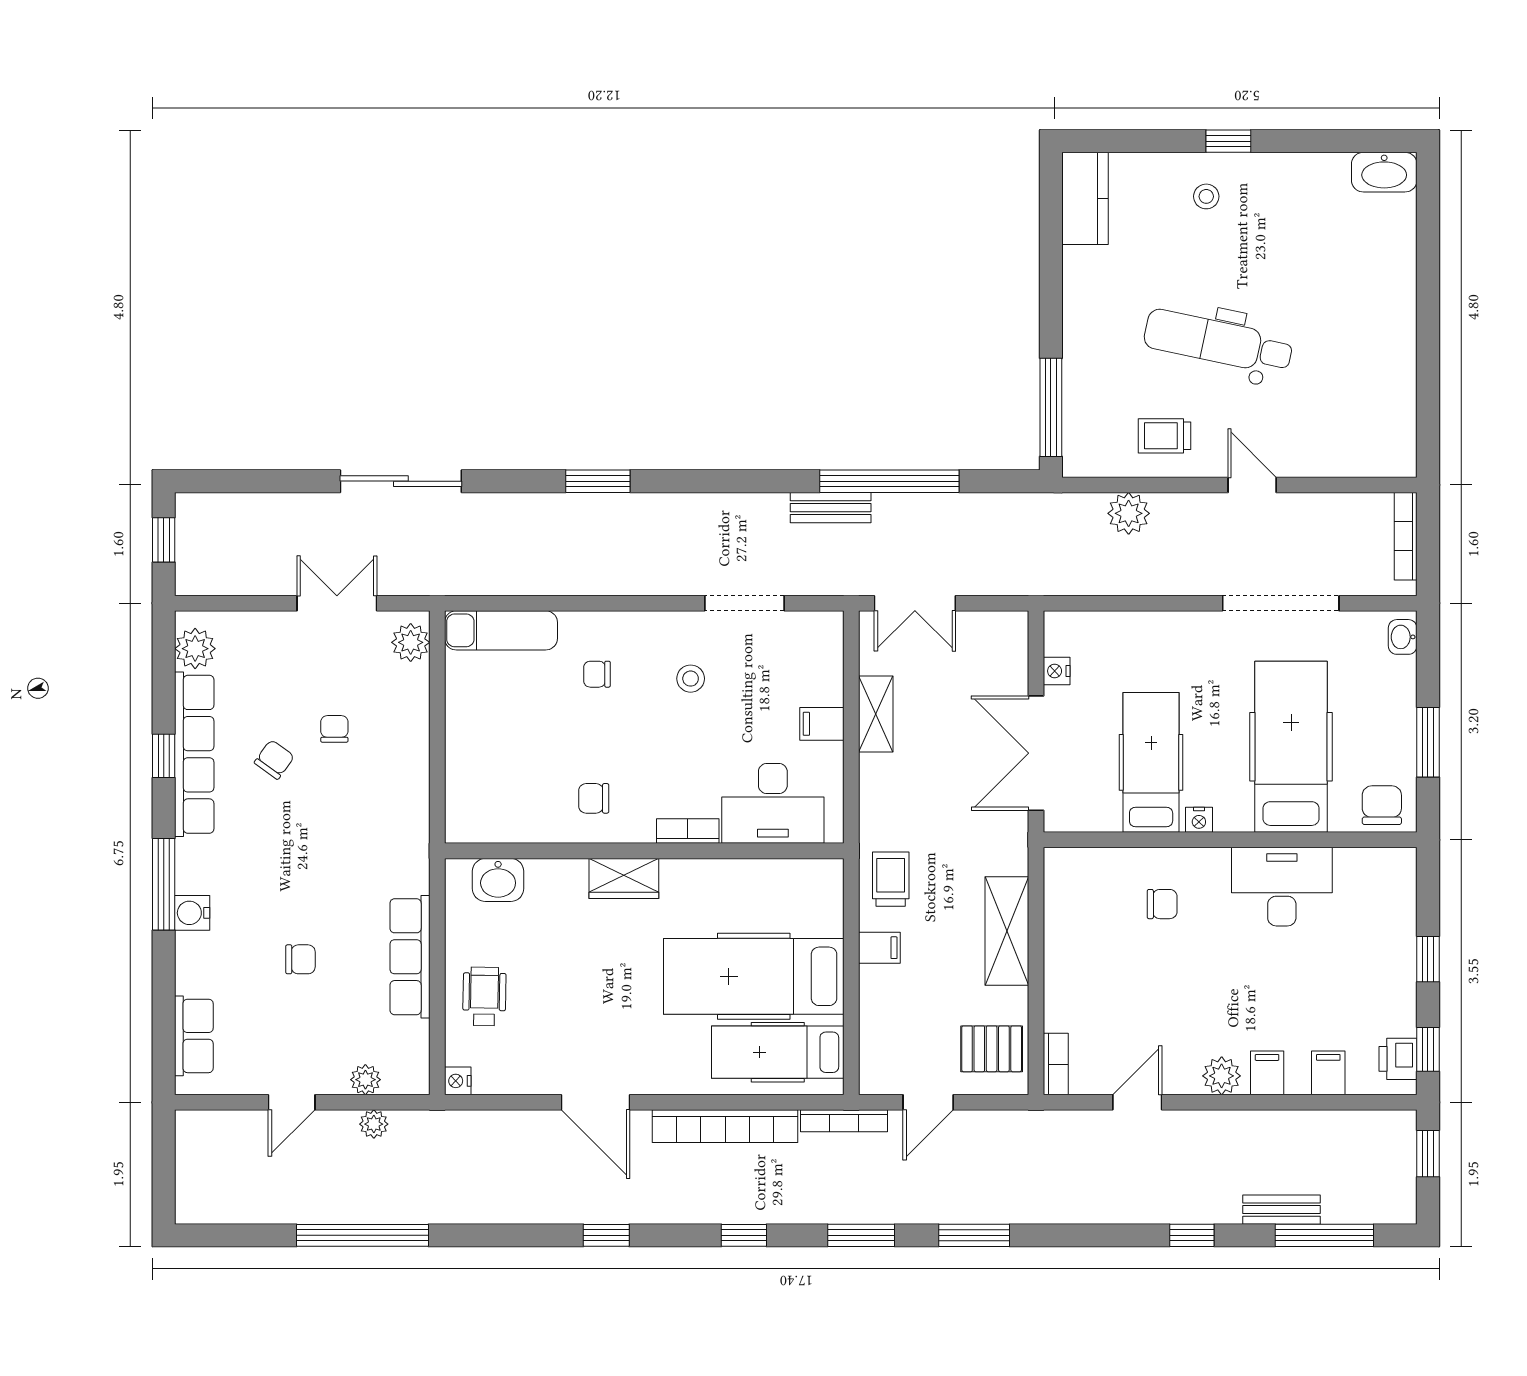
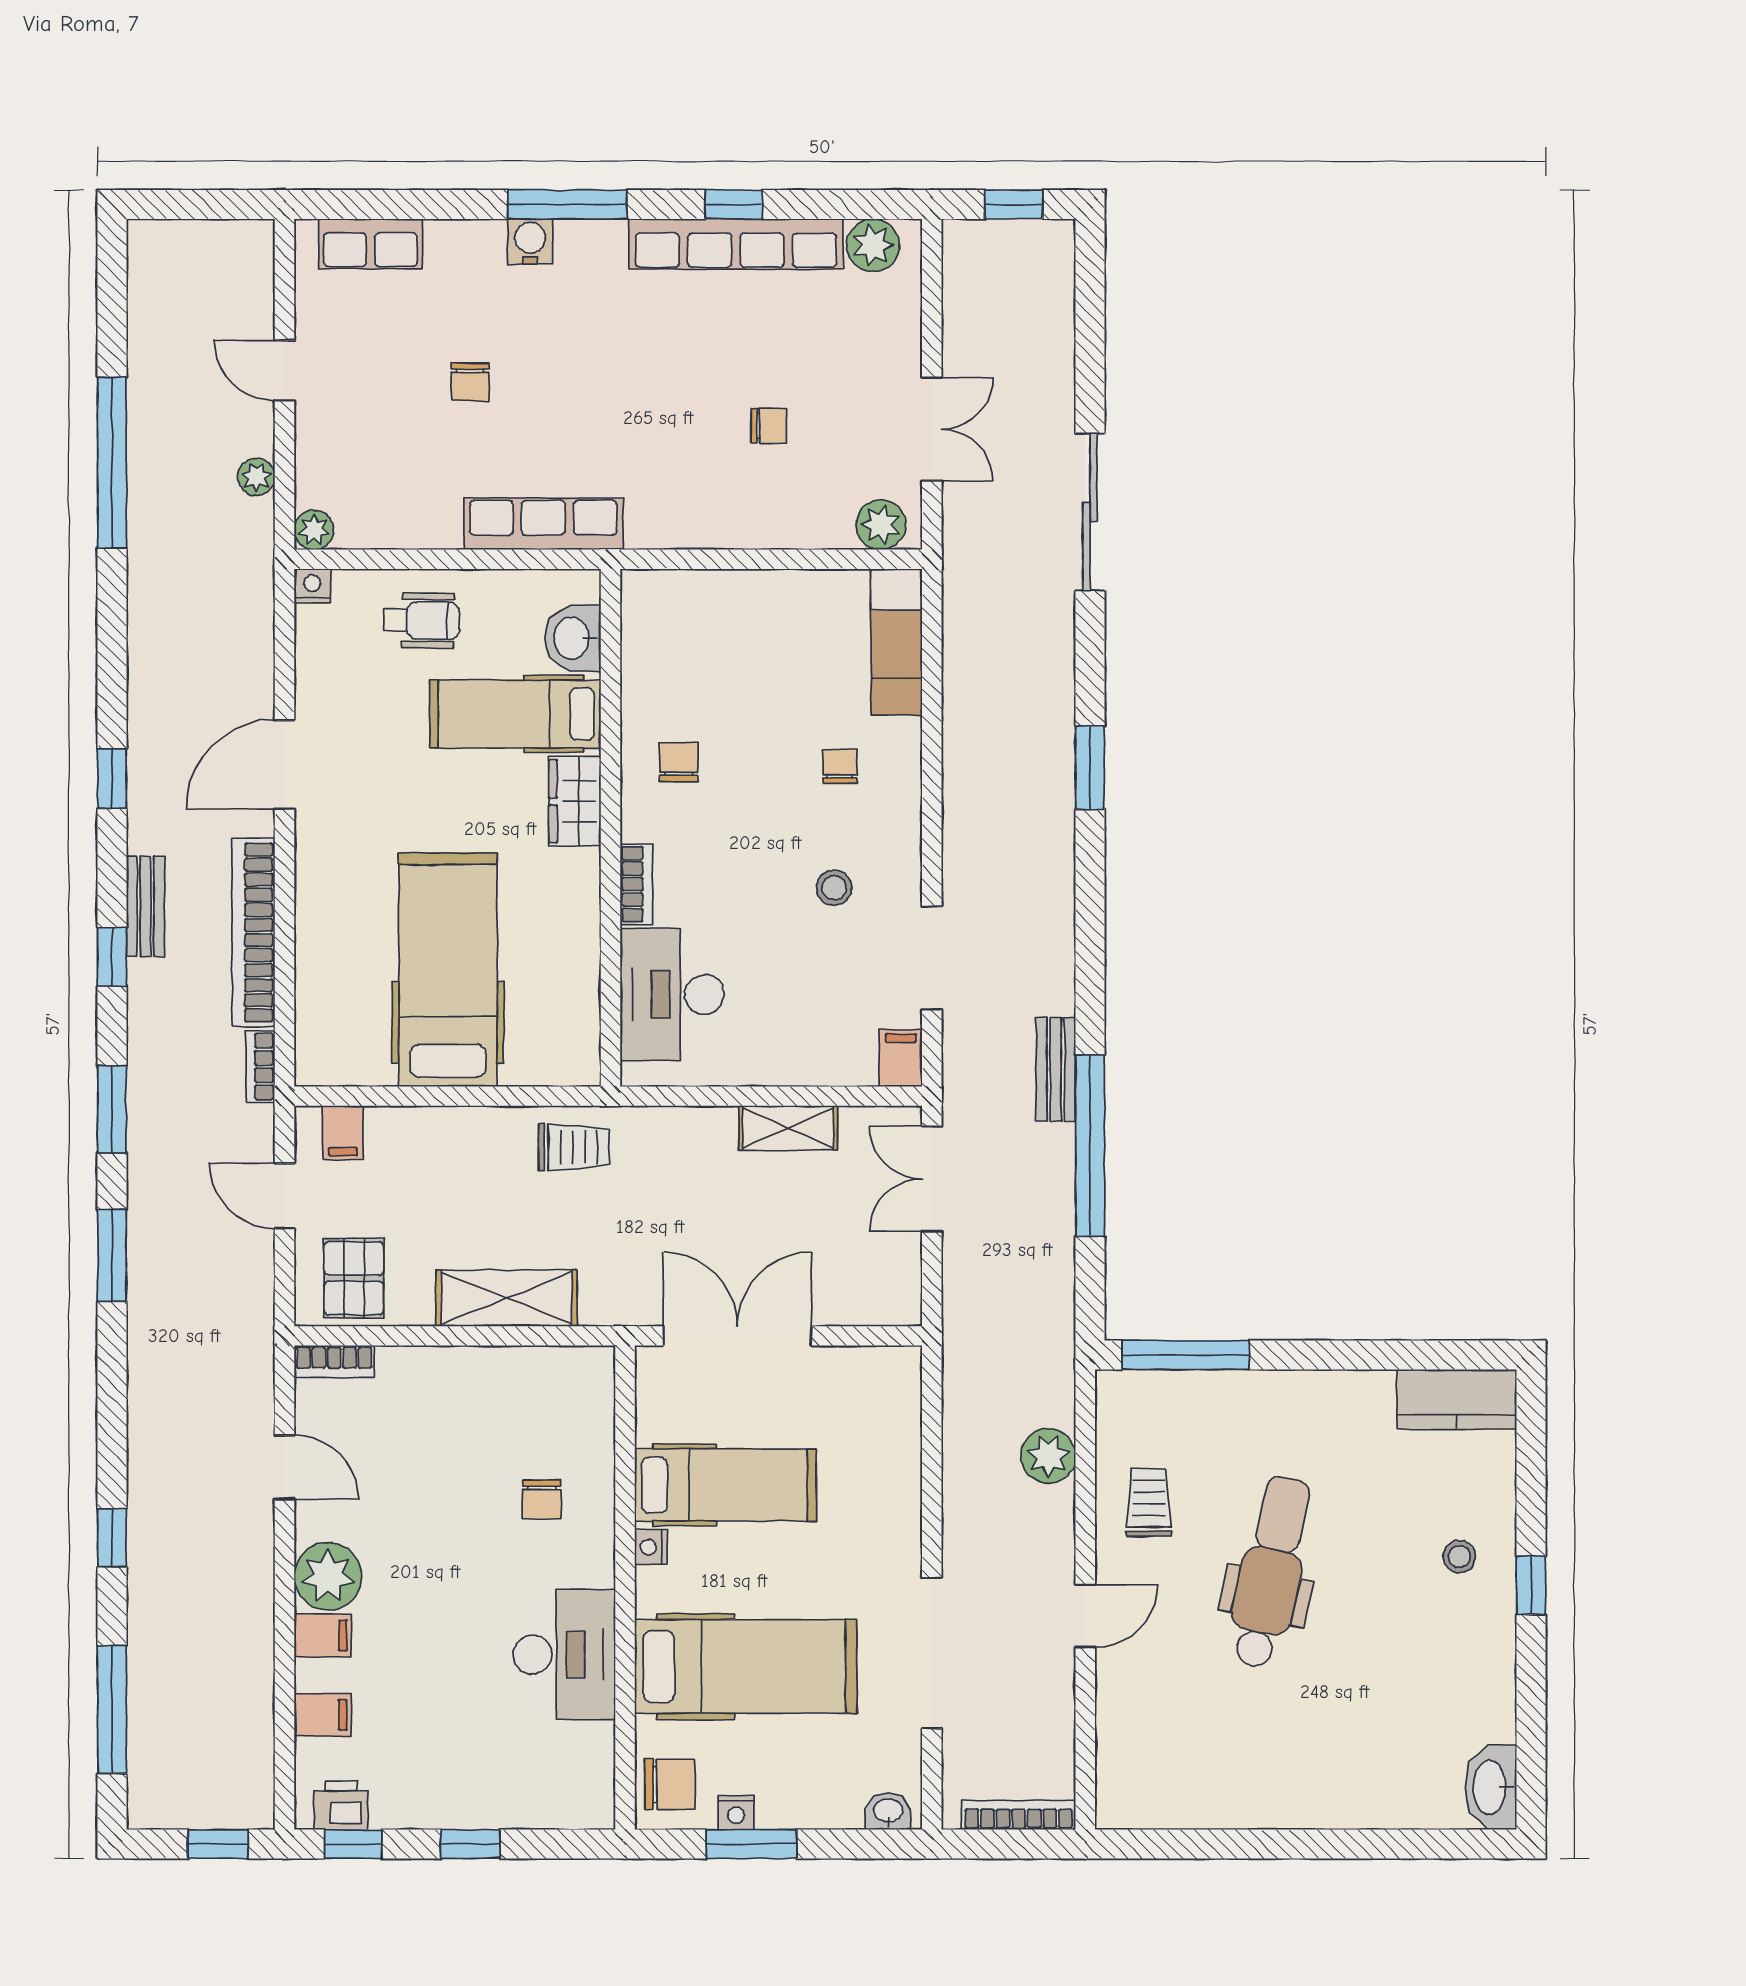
nightstand: (1057, 671) -> (736, 1813), moved, turned 180
filing cabinet: (822, 724) -> (901, 1058), moved
chair: (274, 759) -> (729, 348), removed
filing cabinet: (879, 948) -> (343, 1133), moved
row of seats: (410, 957) -> (543, 524), moved
hospital bed: (778, 1052) -> (515, 714), moved, turned -90
plant: (1222, 1076) -> (328, 1576), width x1.36, depth x1.36
plant: (365, 1080) -> (314, 530), moved
bookcase: (844, 1121) -> (261, 1067), width x0.64
bench: (1281, 1210) -> (145, 906), moved

